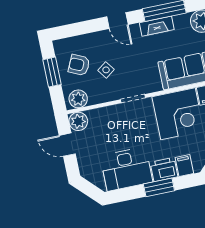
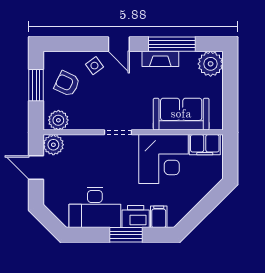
side table: (106, 70) -> (94, 66), moved

